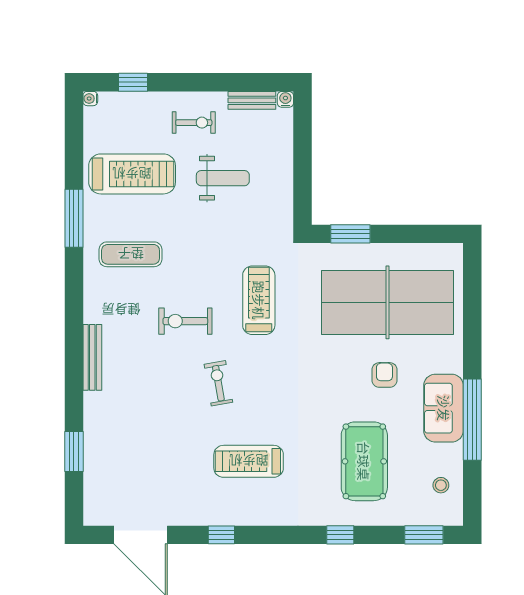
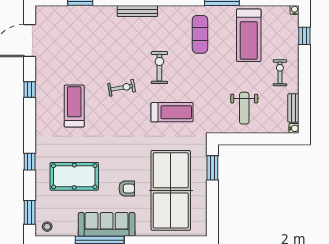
exercise bike: (194, 123) -> (280, 73), turned 180
weight bench: (223, 178) -> (244, 108), moved
sofa: (444, 408) -> (107, 224), width x1.36
stool: (441, 485) -> (47, 227), moved

